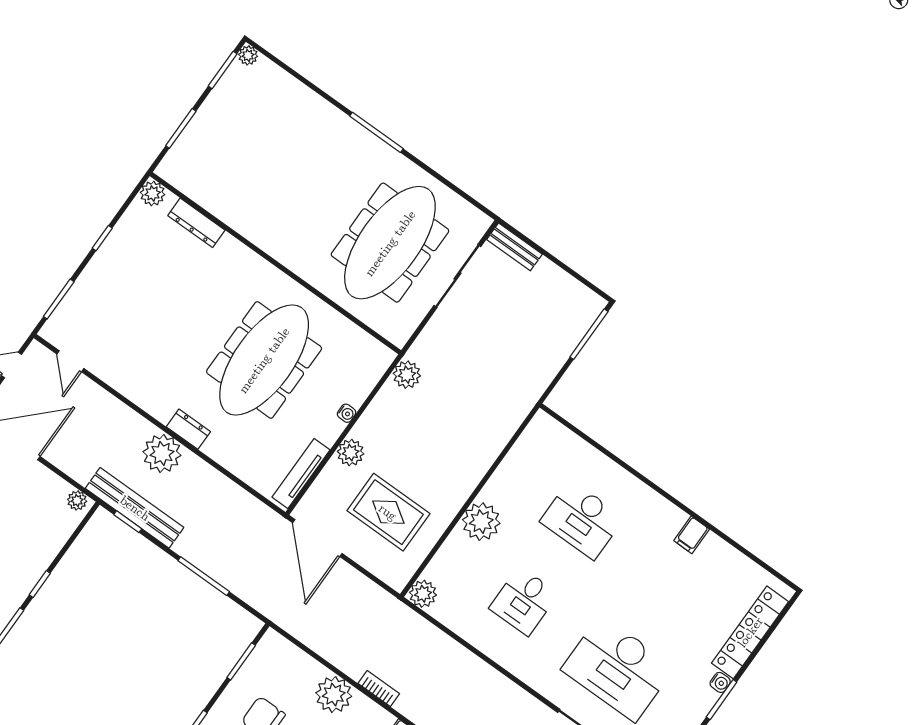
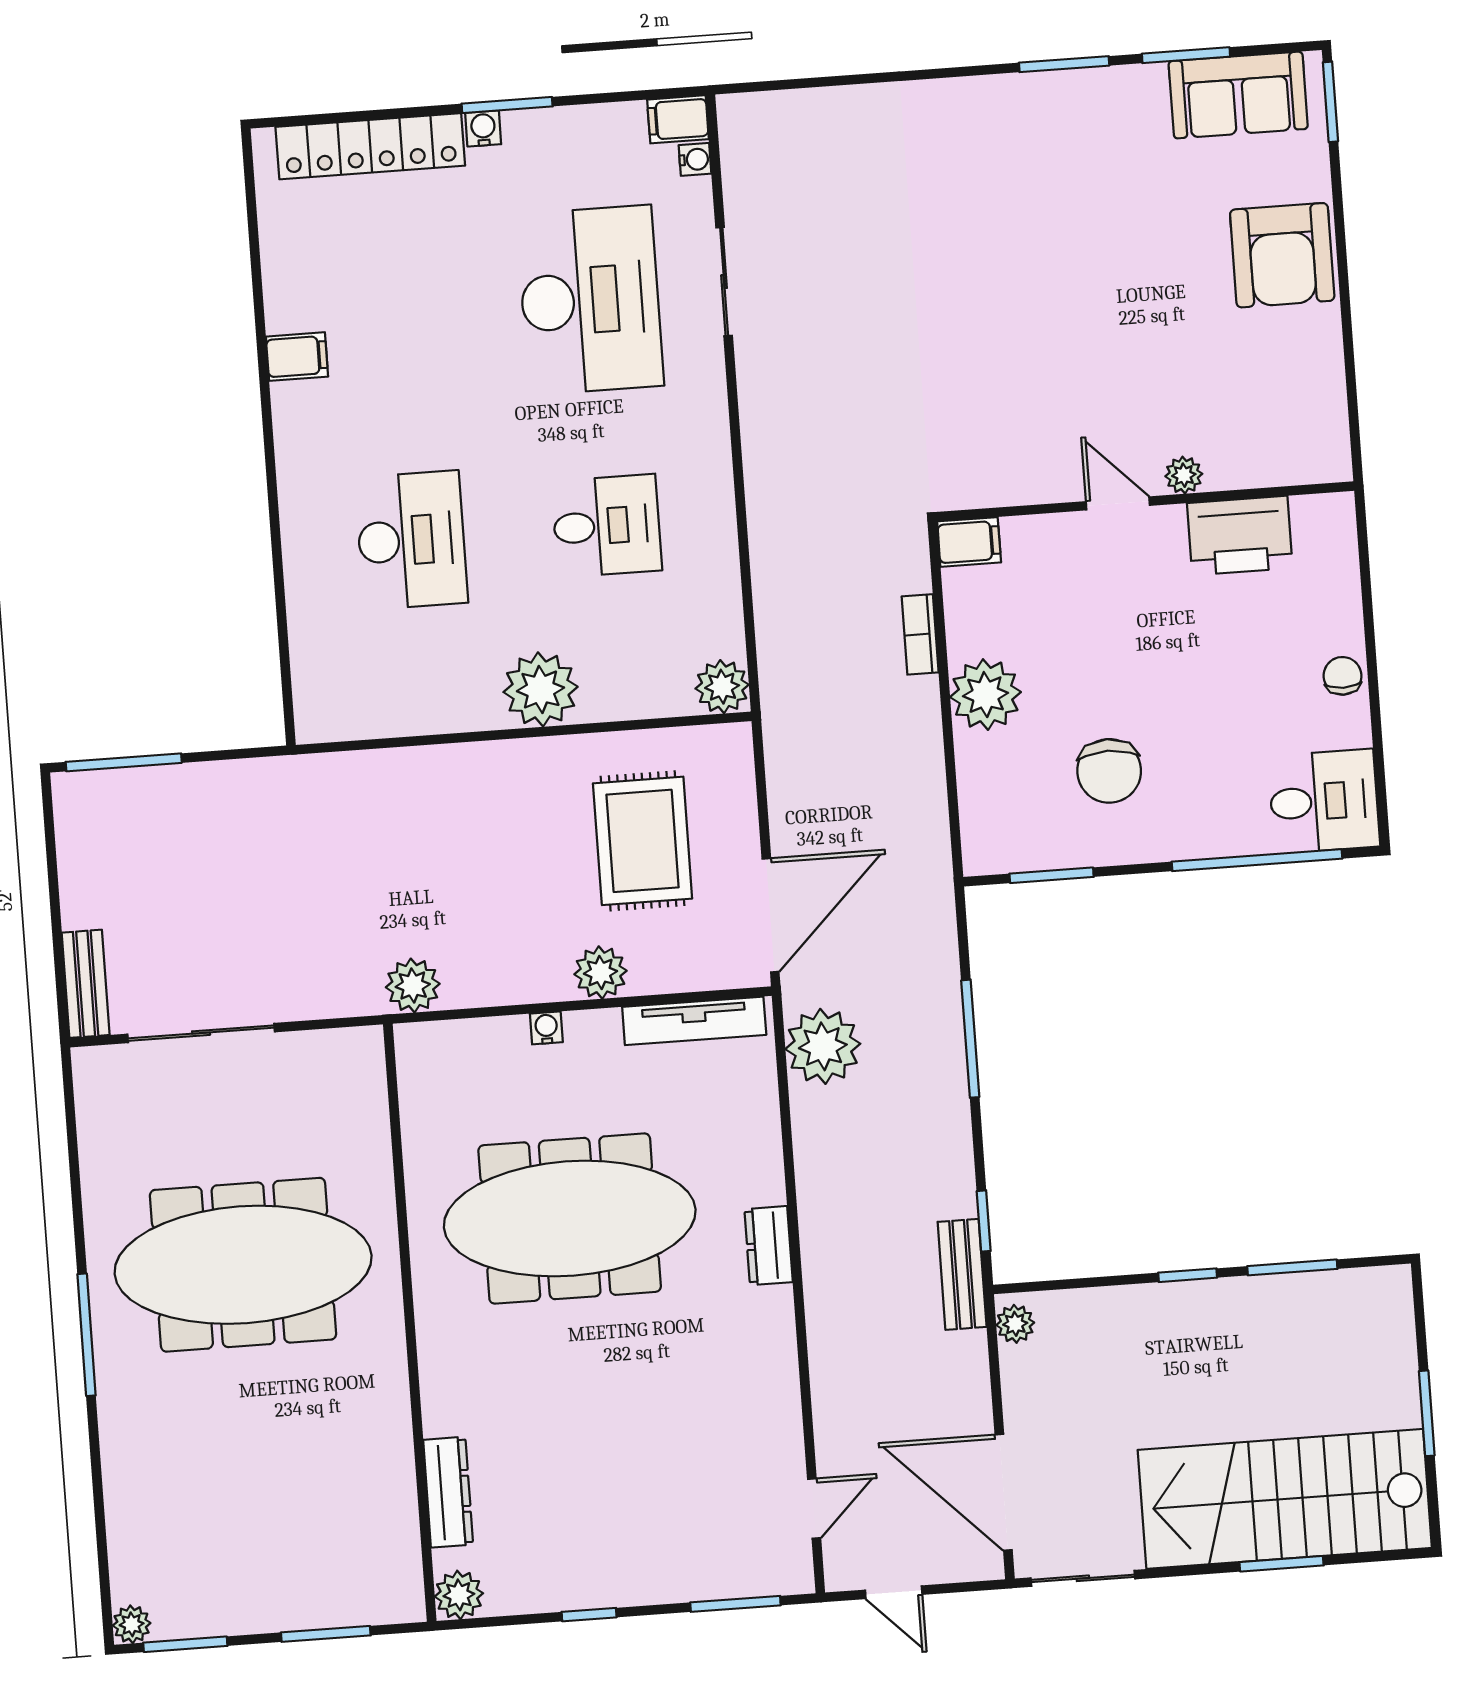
meeting table: (390, 243) -> (243, 1265), moved
plant: (162, 453) -> (823, 1046), moved
bench: (135, 508) -> (962, 1274), width x0.54, depth x0.82

